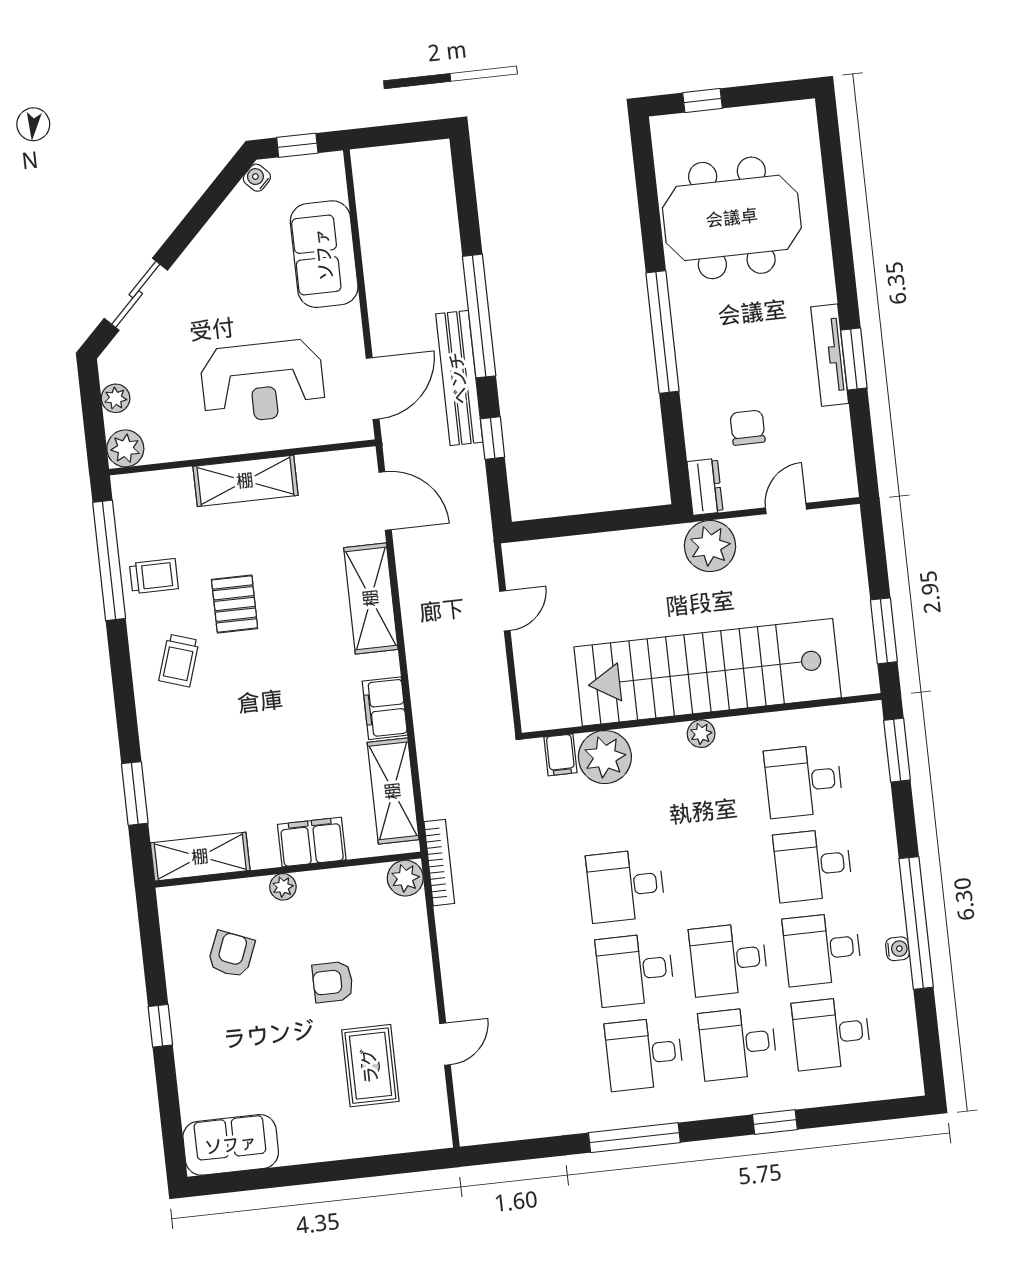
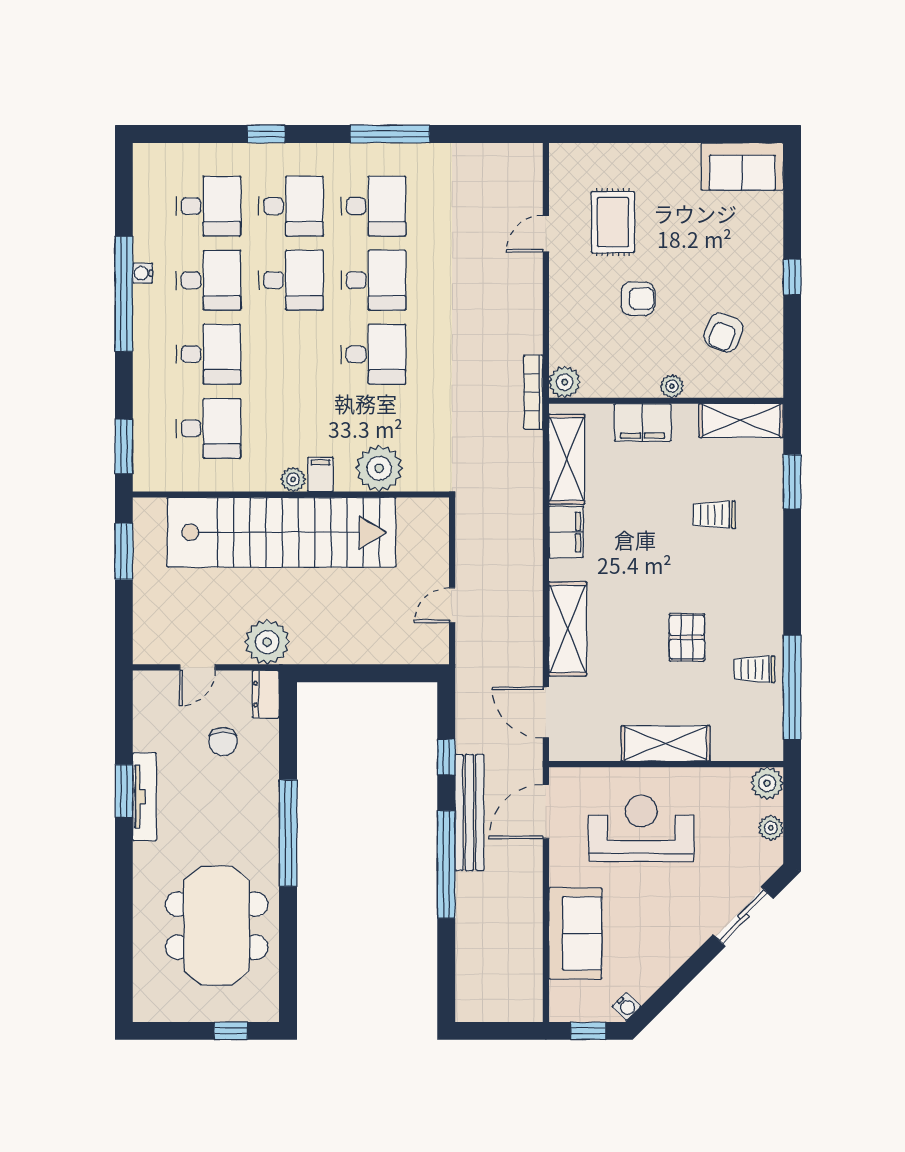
meeting table: (732, 218) -> (217, 926), turned 90
trolley: (179, 660) -> (714, 515), moved, turned -108
filing cabinet: (561, 755) -> (320, 474), moved

